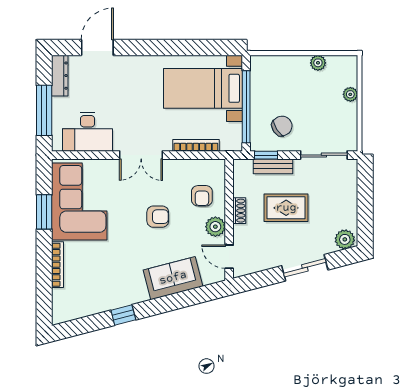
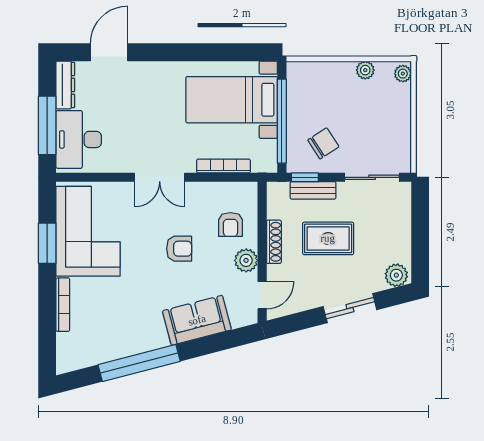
plant: (350, 94) -> (403, 74), moved
desk: (88, 132) -> (79, 139), moved, turned 90
shoe rack: (239, 211) -> (274, 242), width x1.43
door: (229, 257) -> (262, 295), swing flipped
window: (123, 315) -> (139, 363), width x3.17

